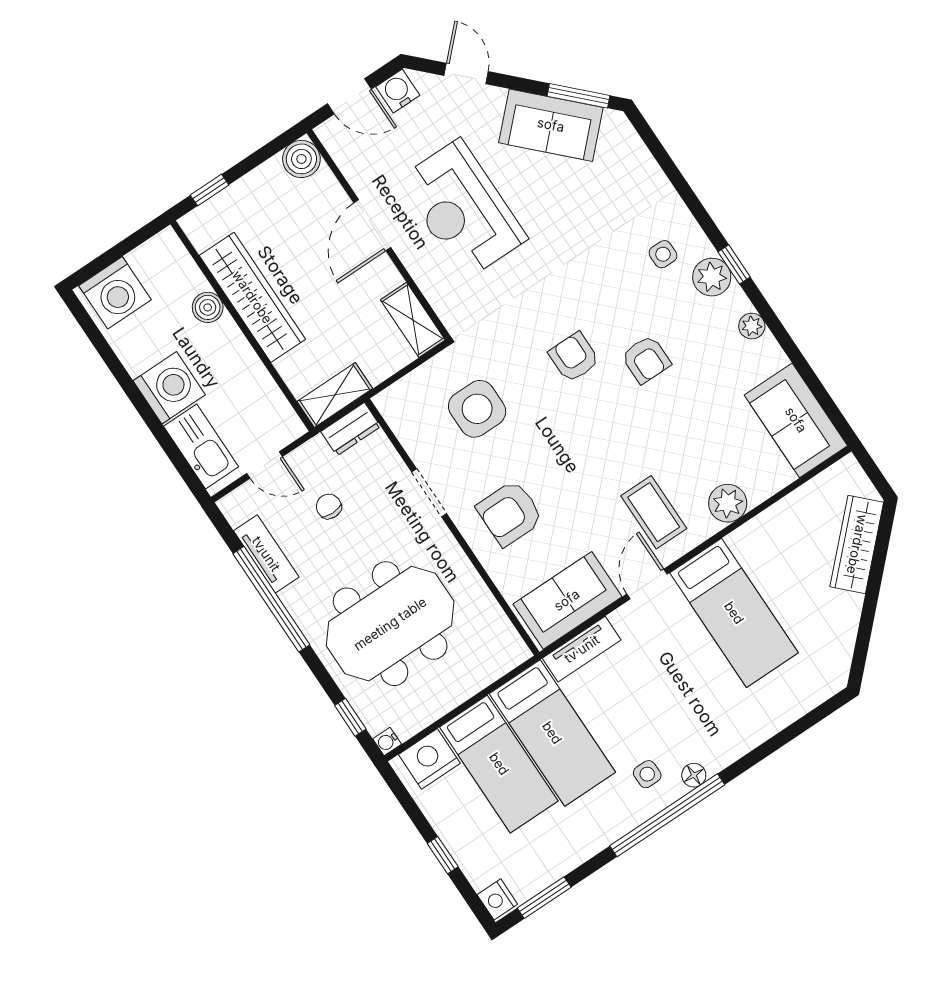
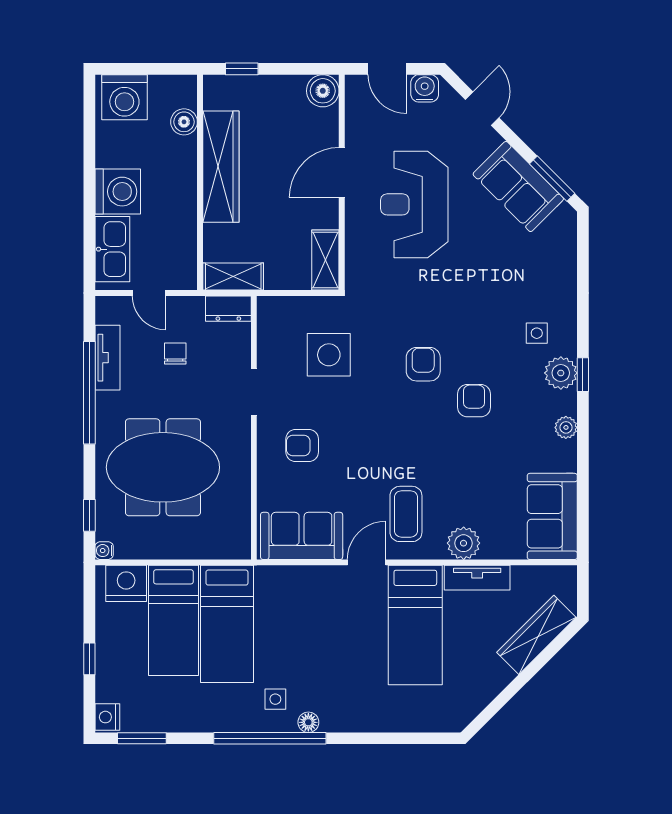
boiler: (208, 307) -> (184, 122), moved
armchair: (646, 359) -> (474, 401), turned 180
armchair: (510, 513) -> (302, 446), width x0.72, depth x0.72
tv unit: (582, 649) -> (477, 578), moved

